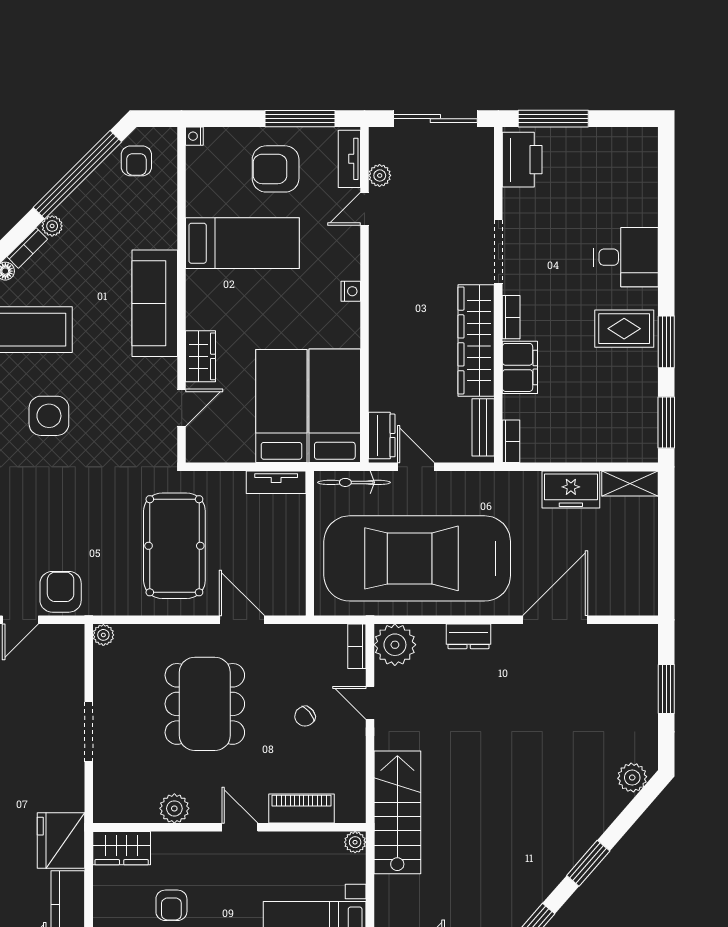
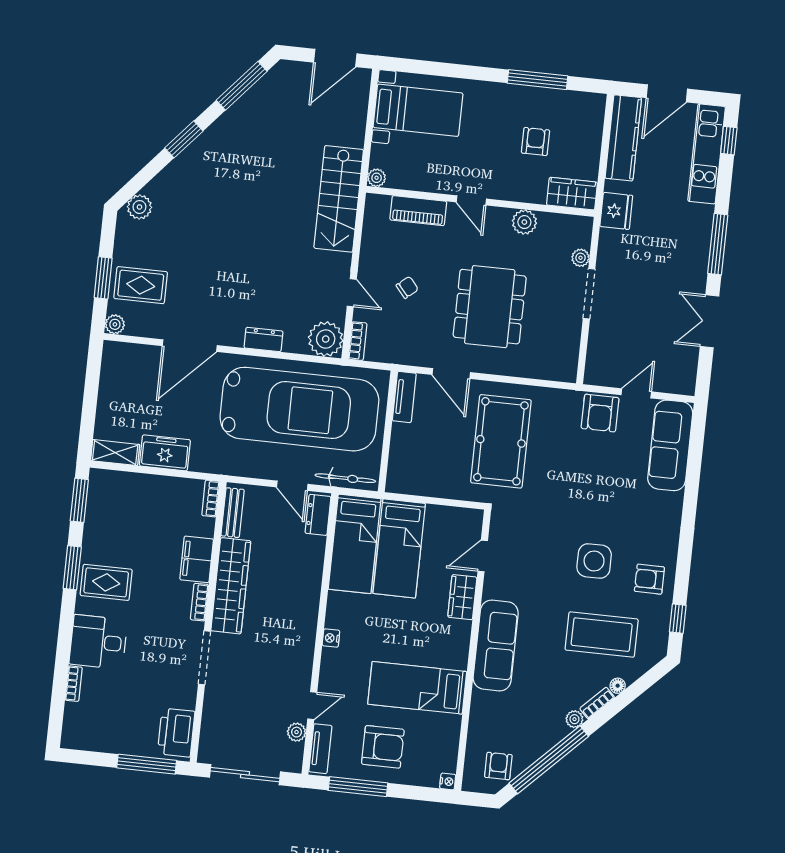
bookcase: (650, 205) -> (74, 684), added
tv unit: (276, 482) -> (404, 397), moved, turned 90
plant: (103, 635) -> (581, 258), moved
plant: (646, 635) -> (115, 324), added
rug: (621, 685) -> (141, 285), added
fridge: (61, 841) -> (616, 211), width x0.73, depth x0.75

